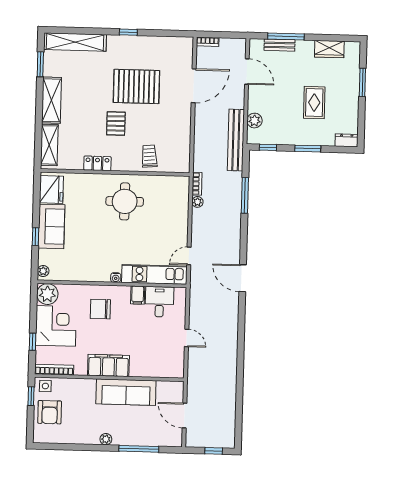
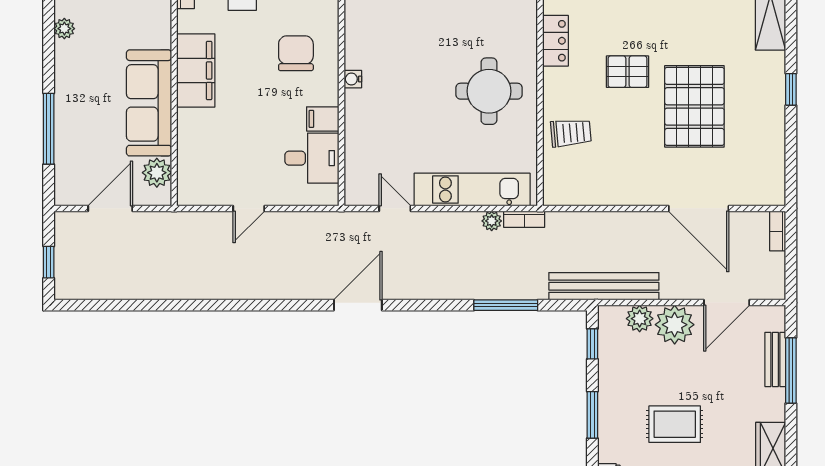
plant: (258, 101) -> (675, 325), added
kitchen unit: (154, 274) -> (472, 190), moved, turned -90
plant: (165, 389) -> (157, 173), added
plant: (106, 439) -> (64, 29), moved

